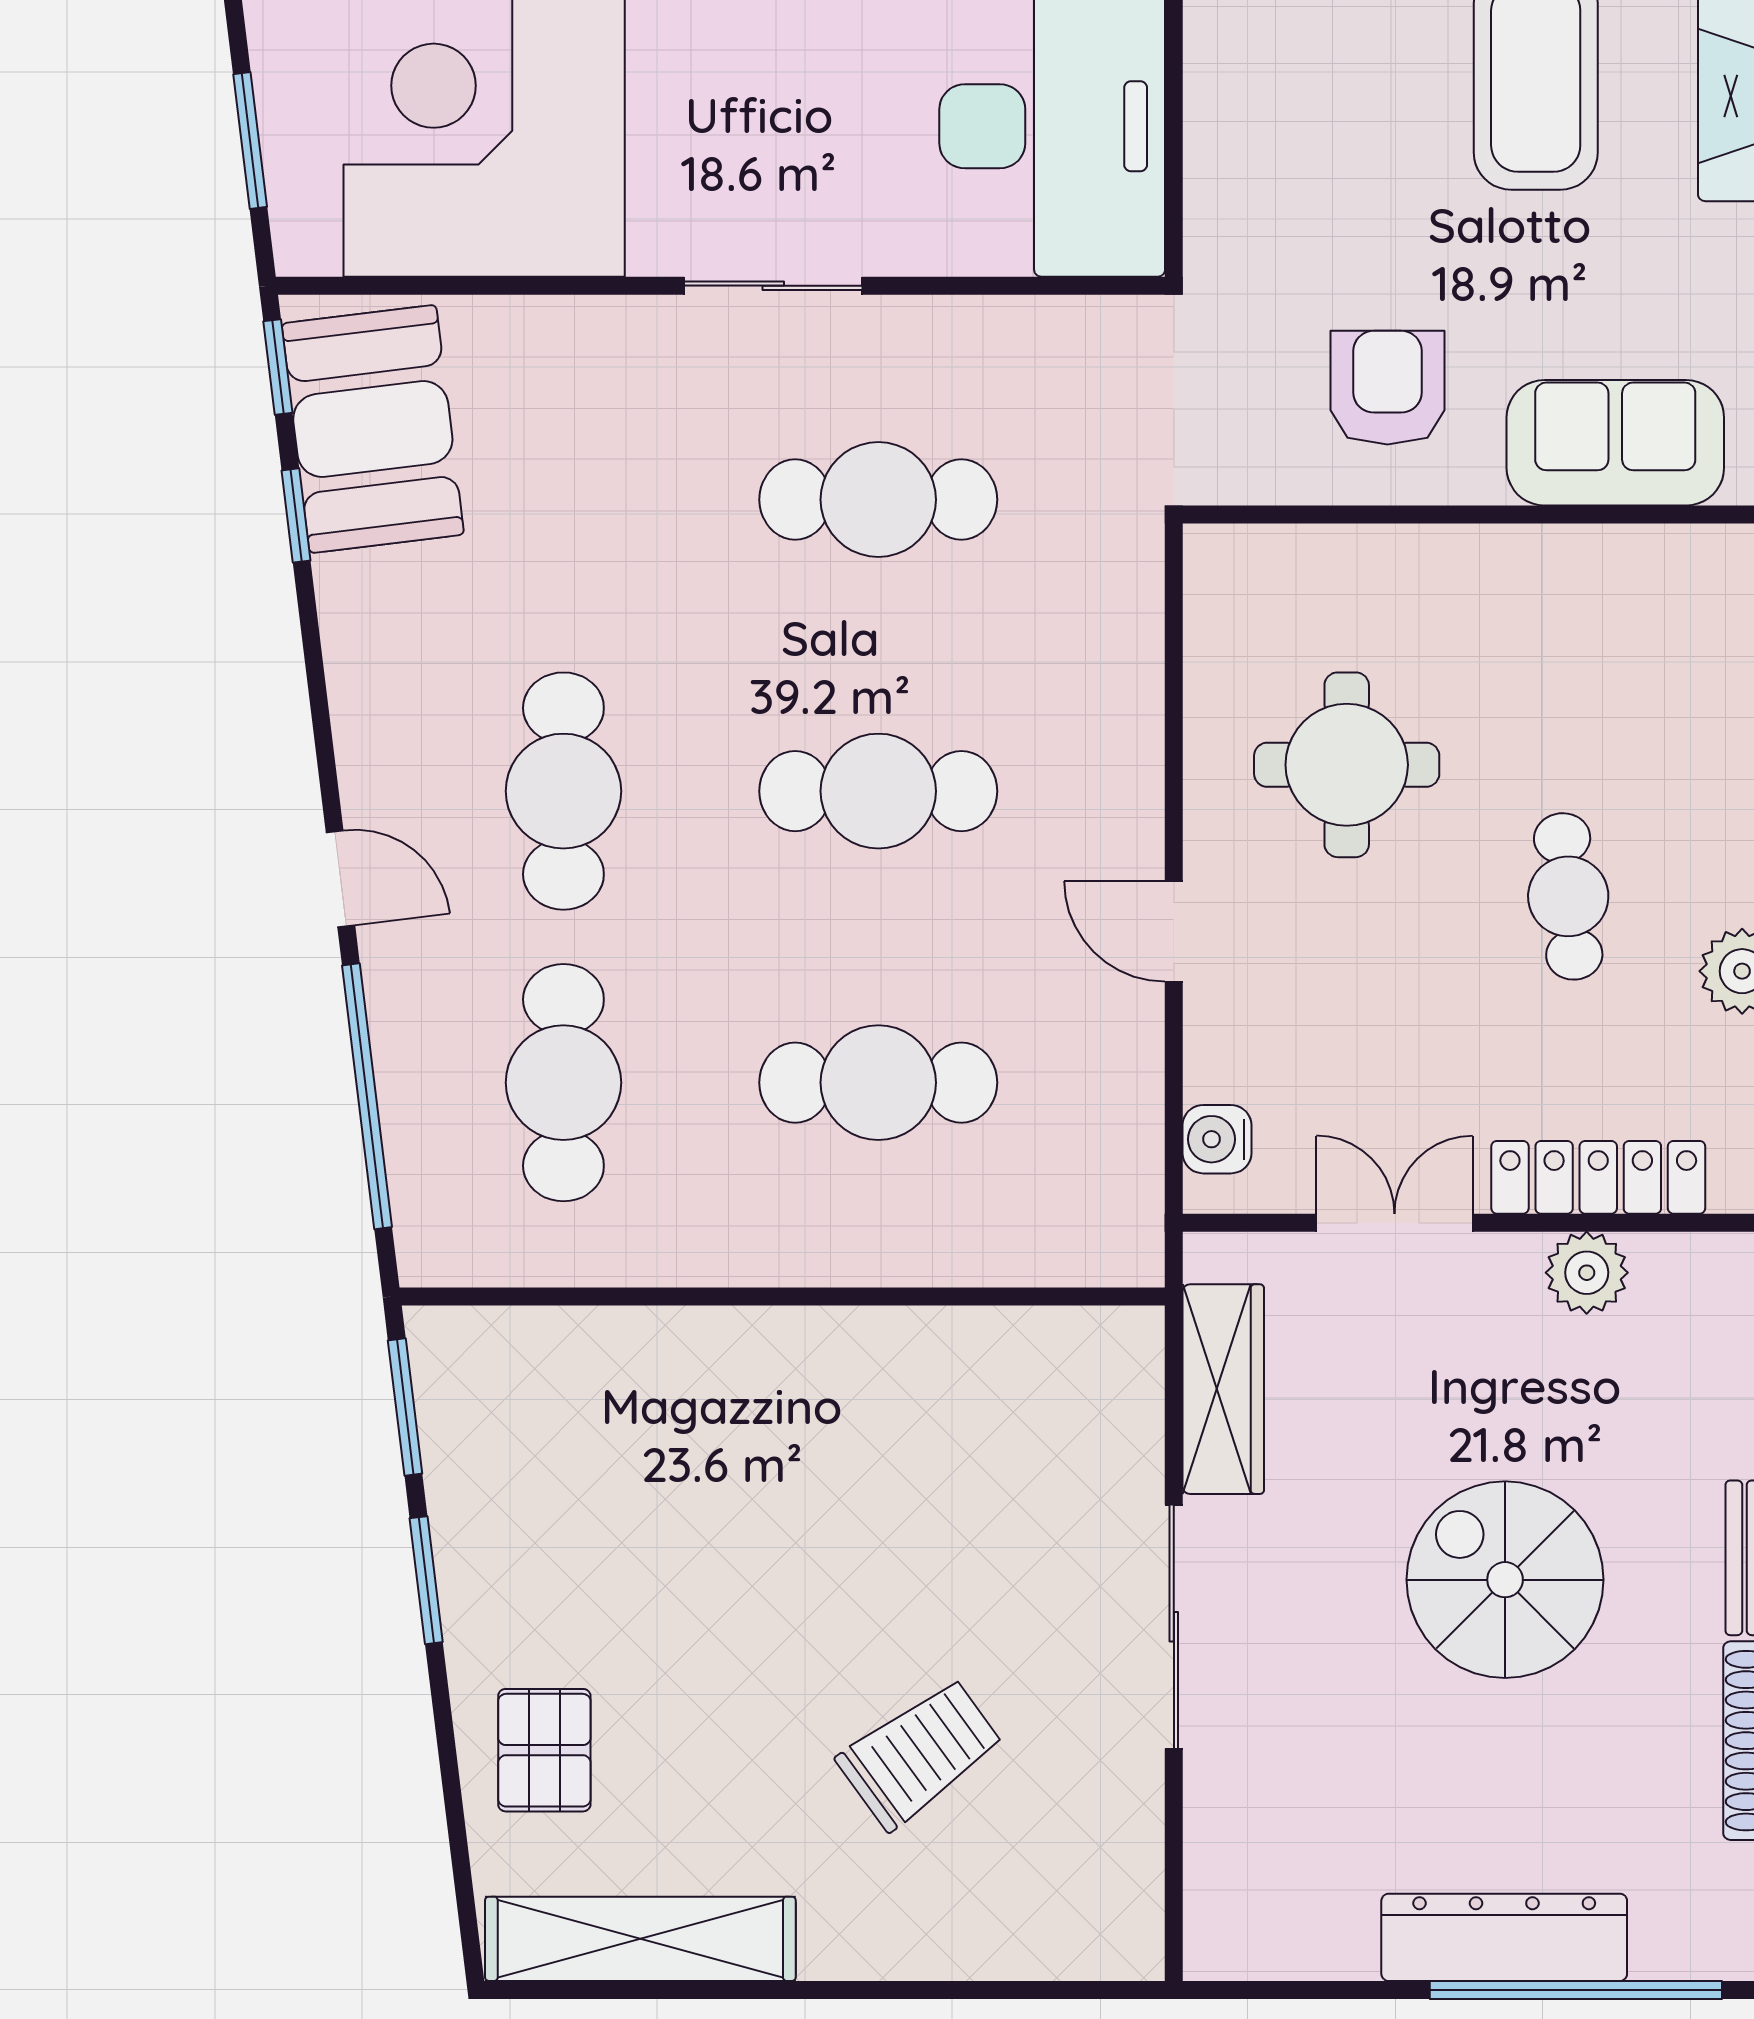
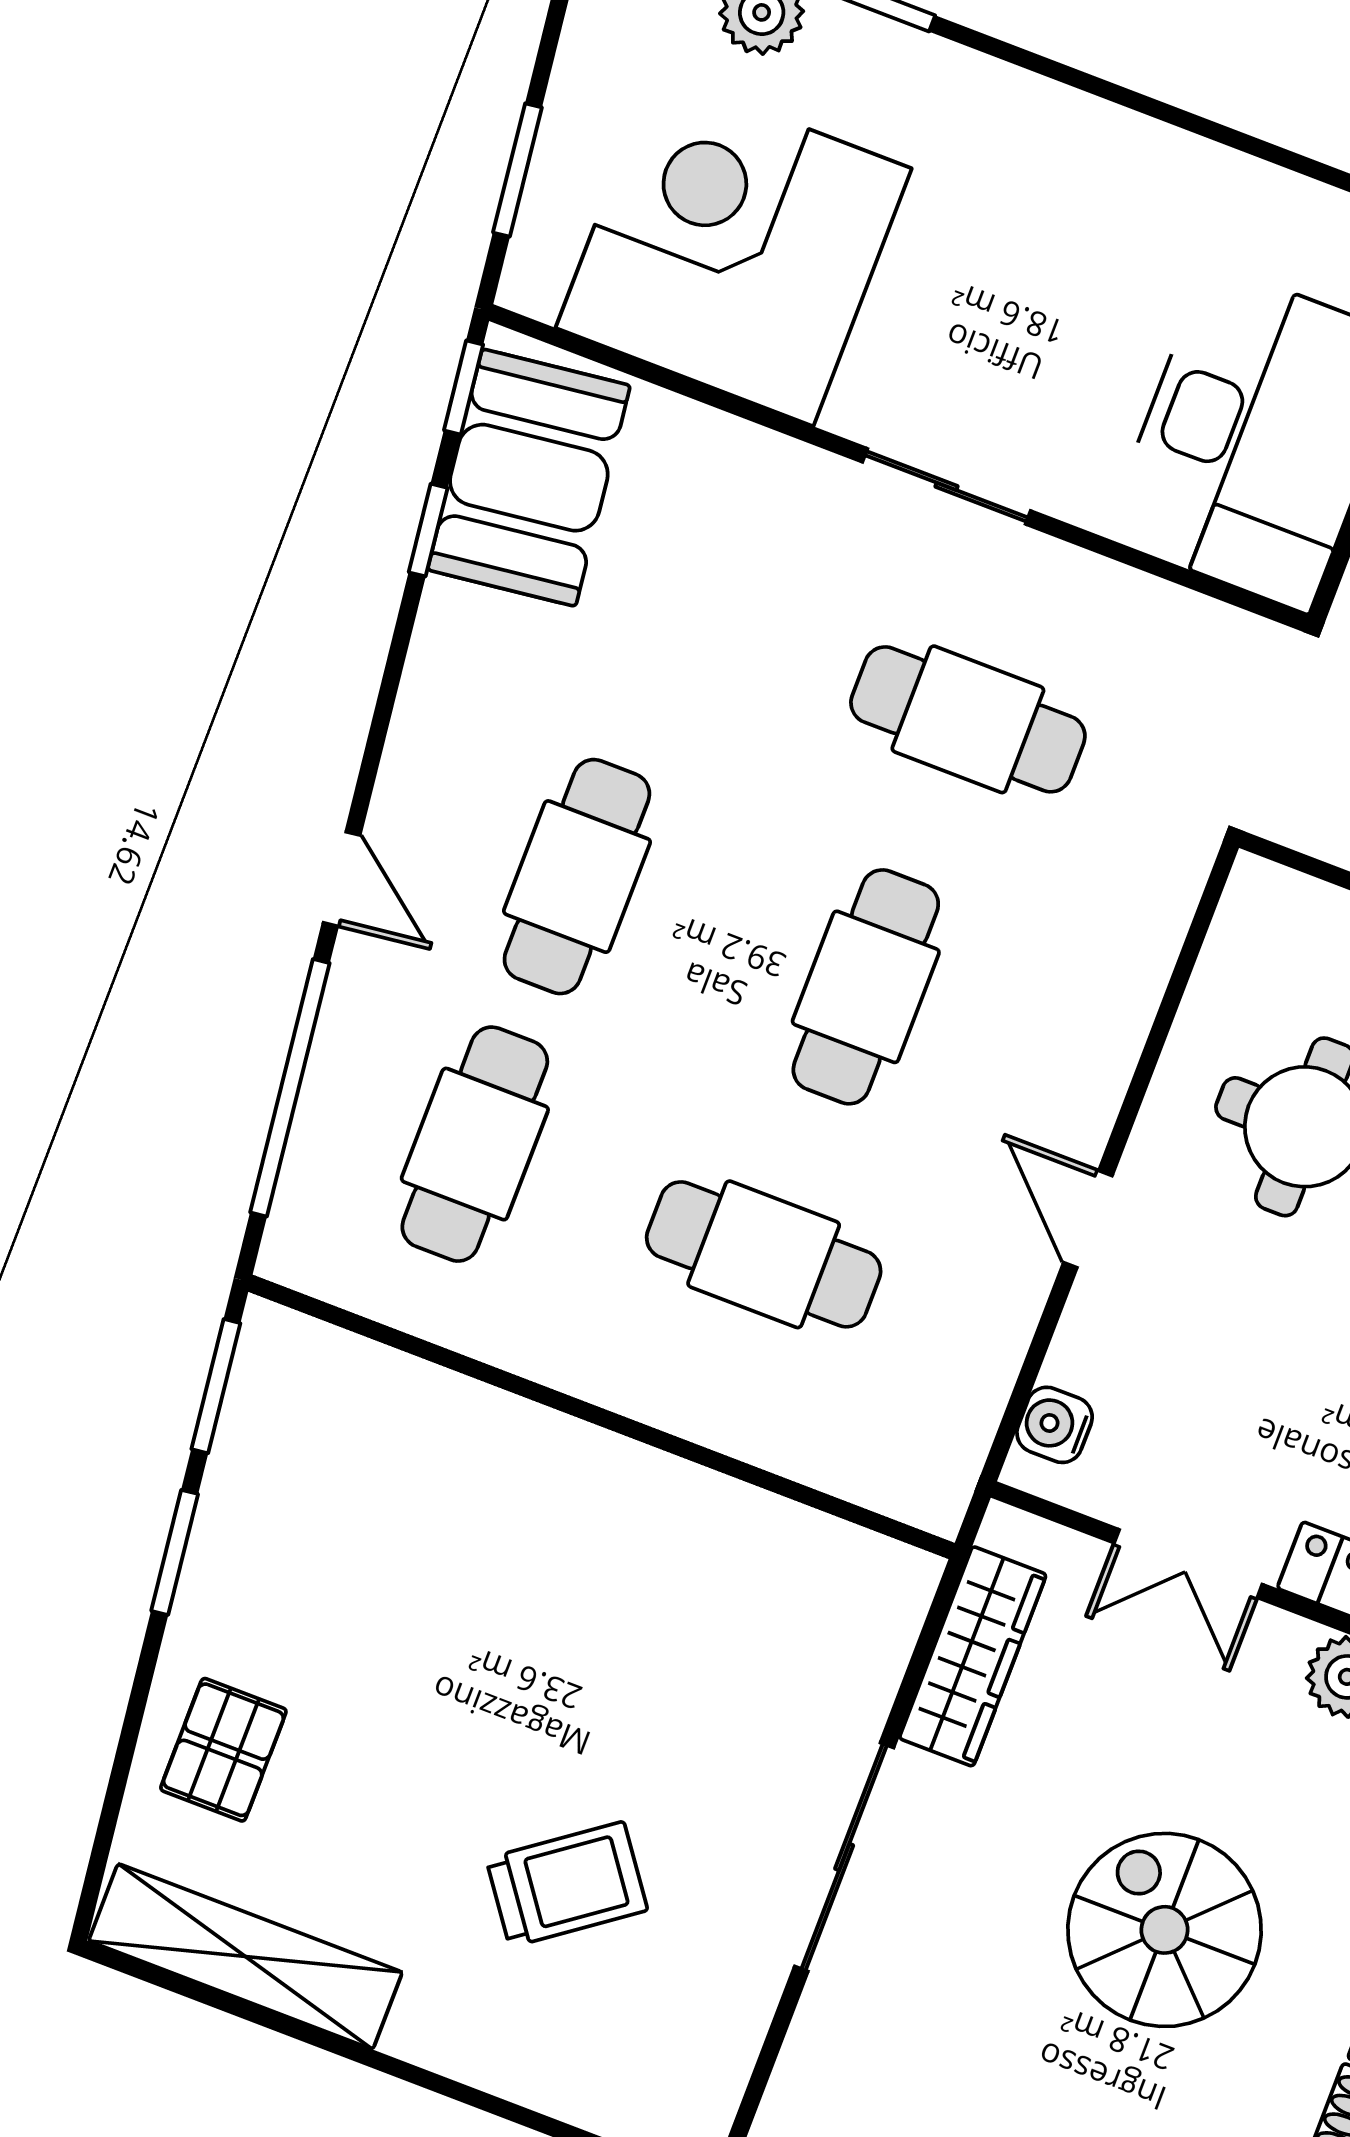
cafe table: (878, 791) -> (866, 987), turned 90
double door: (1395, 1223) -> (1188, 1564), swing flipped

